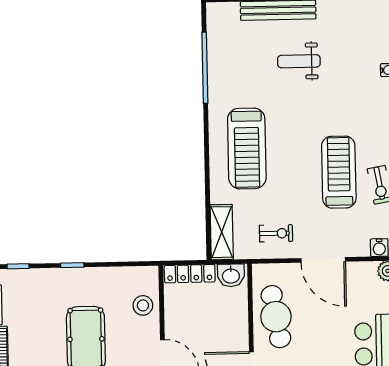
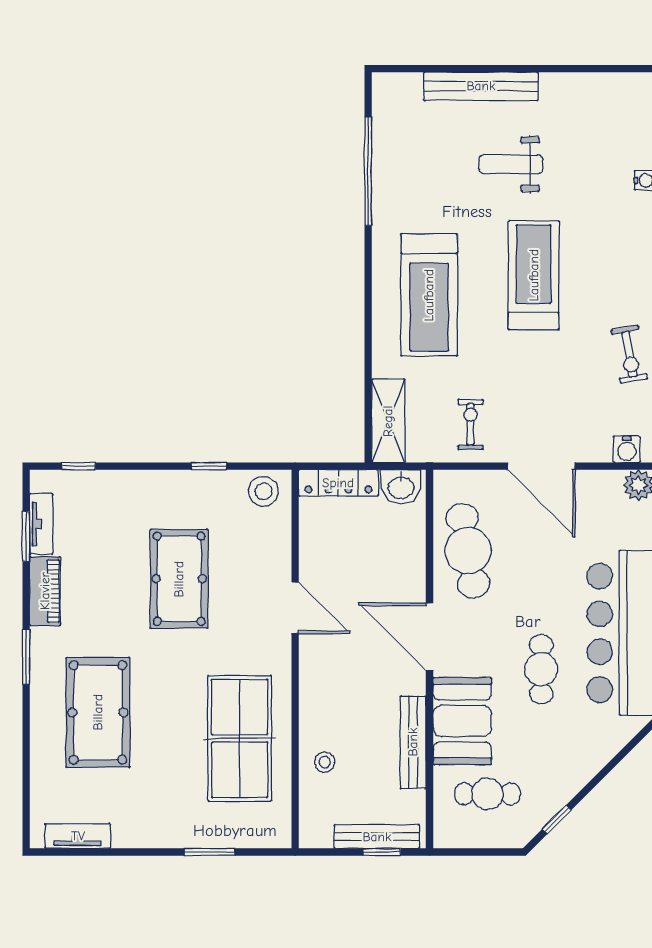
treadmill: (339, 172) -> (534, 275), moved
exercise bike: (276, 233) -> (471, 424), turned -90
window: (72, 265) -> (209, 466), moved
stool: (143, 305) -> (263, 491), moved

